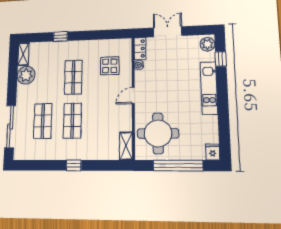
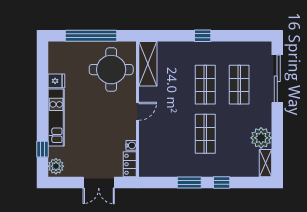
window: (88, 35) -> (189, 183), added
display table: (110, 66) -> (164, 146), removed
shelving: (126, 146) -> (148, 64), width x1.50, depth x1.33
fridge: (213, 152) -> (56, 81), moved, turned -90

